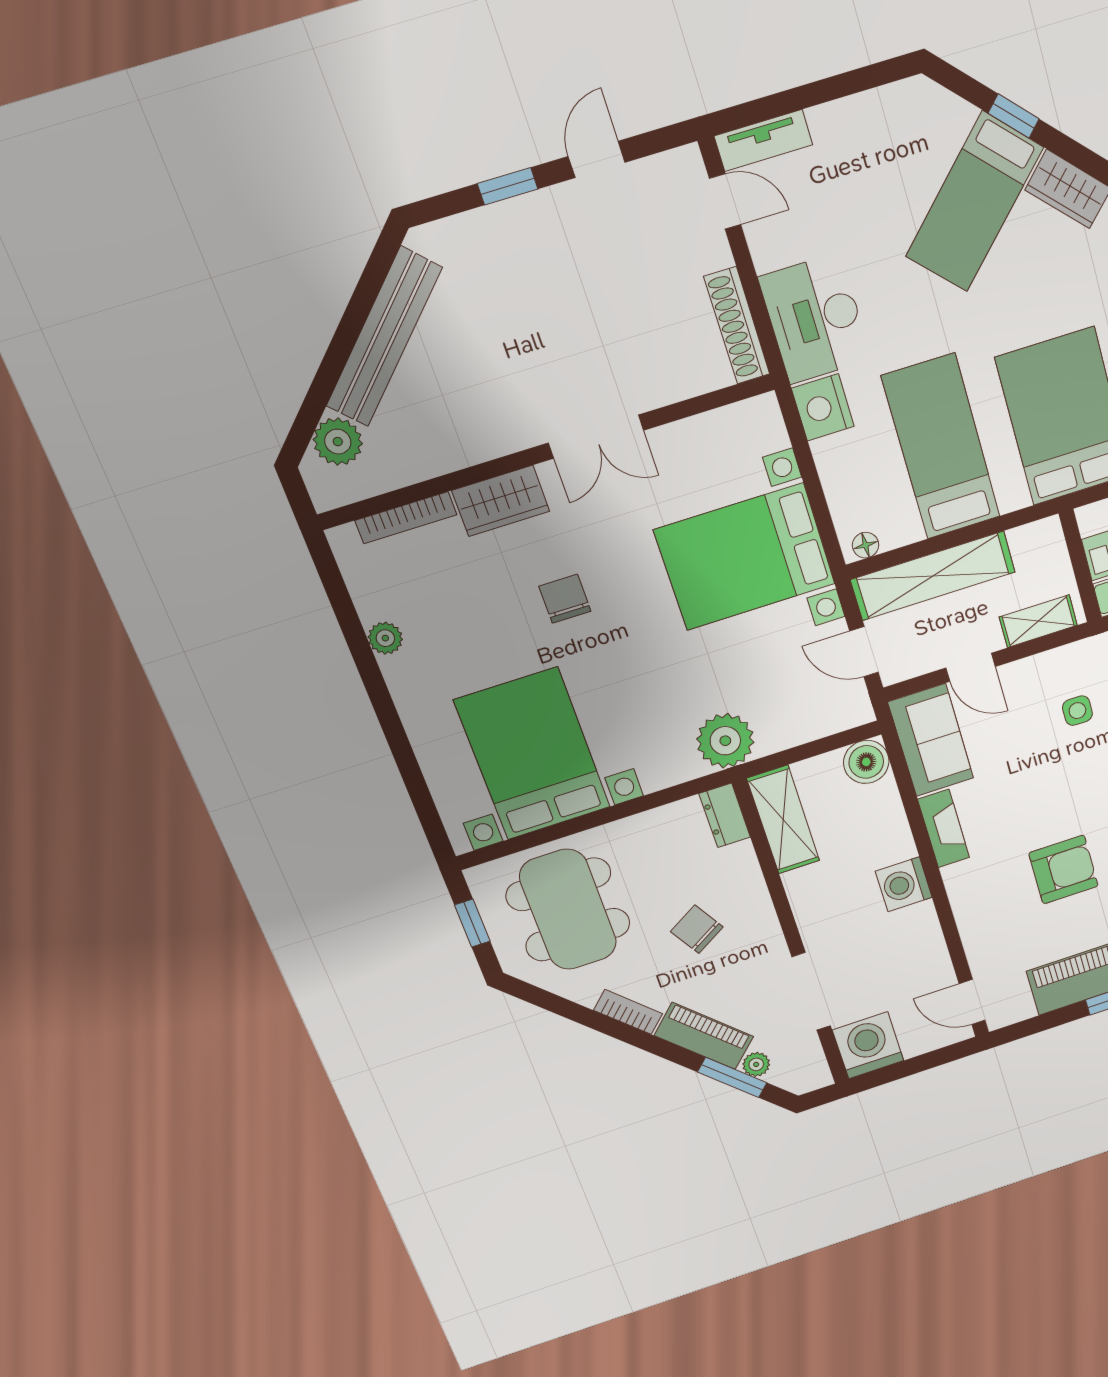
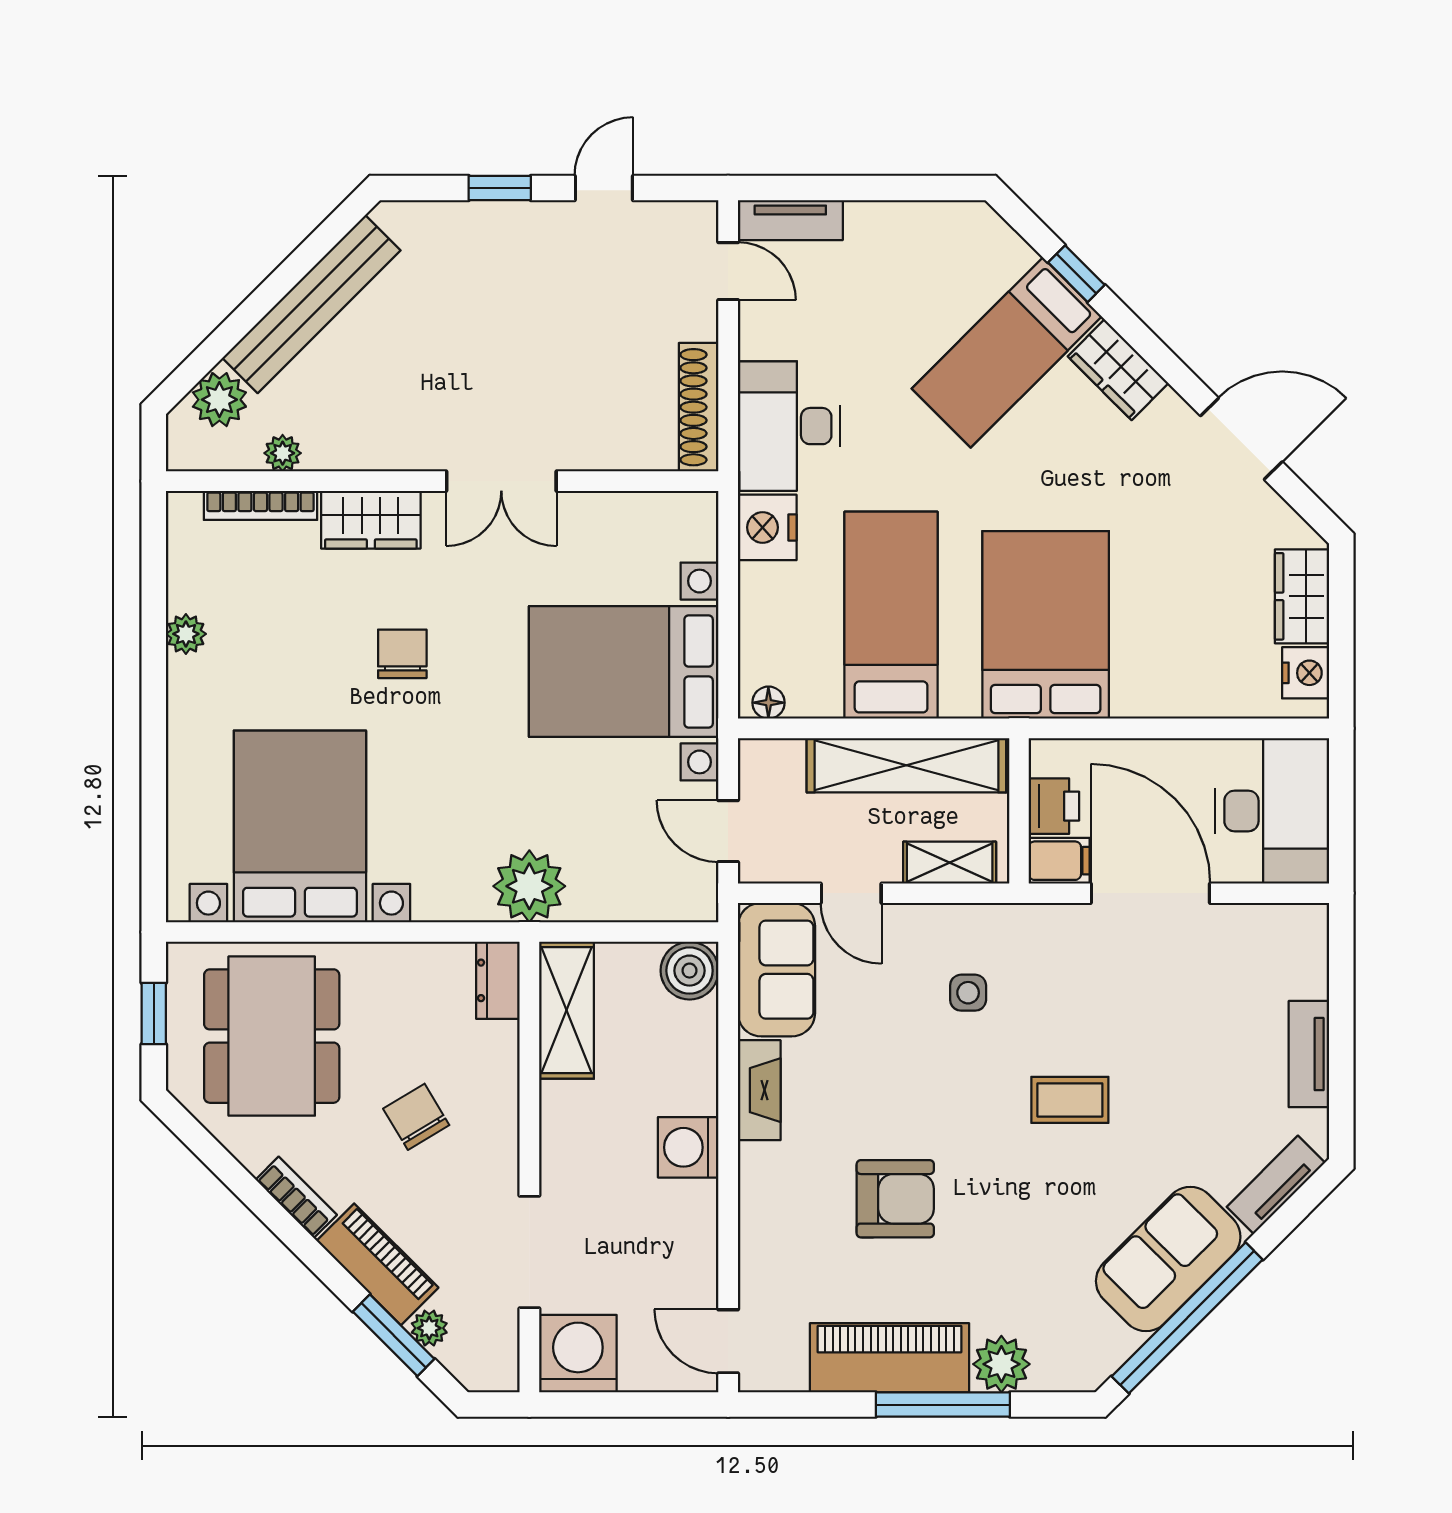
plant: (408, 469) -> (283, 453), added
shelving: (933, 576) -> (906, 765), moved

